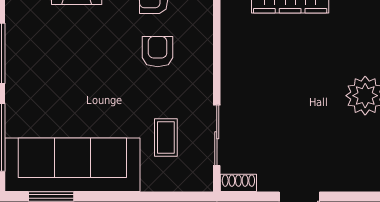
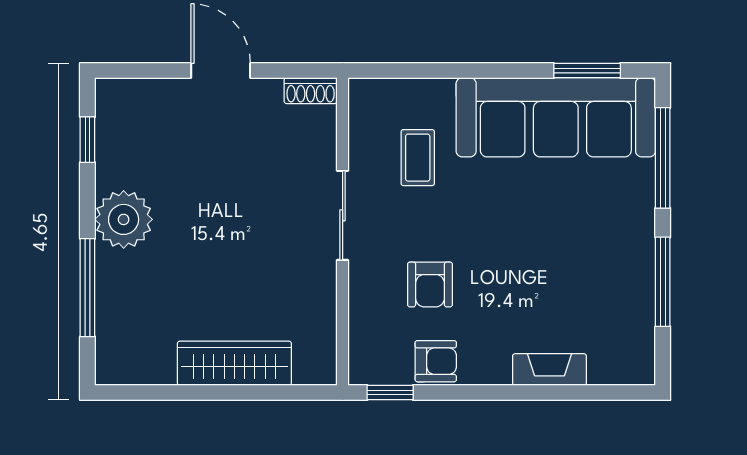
sliding door: (217, 135) -> (343, 215), moved

